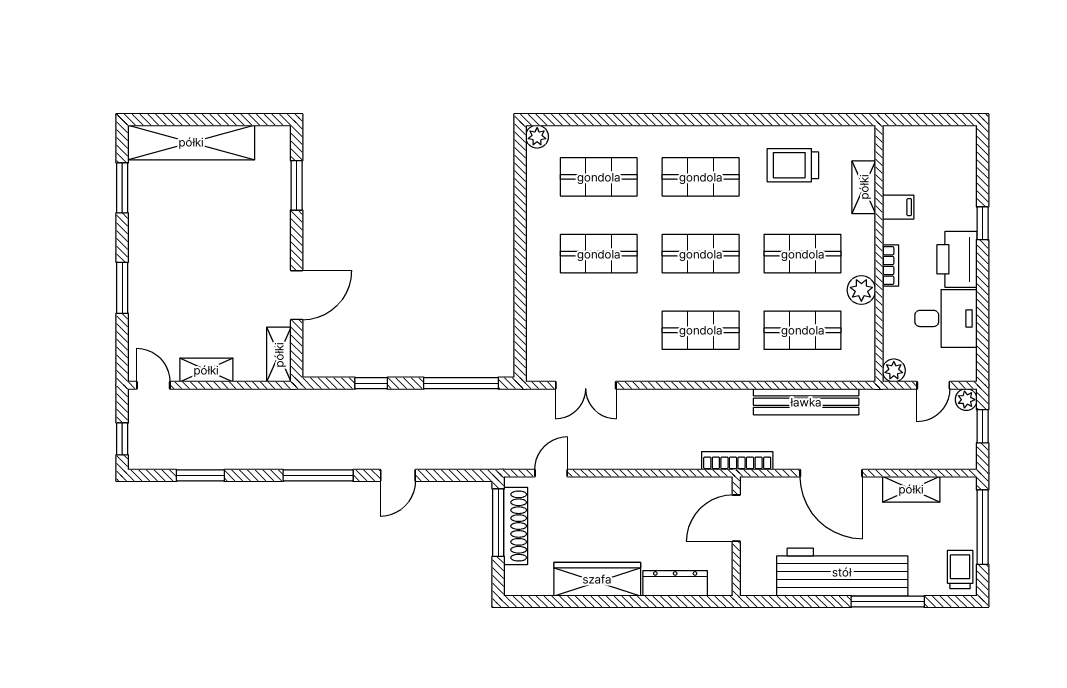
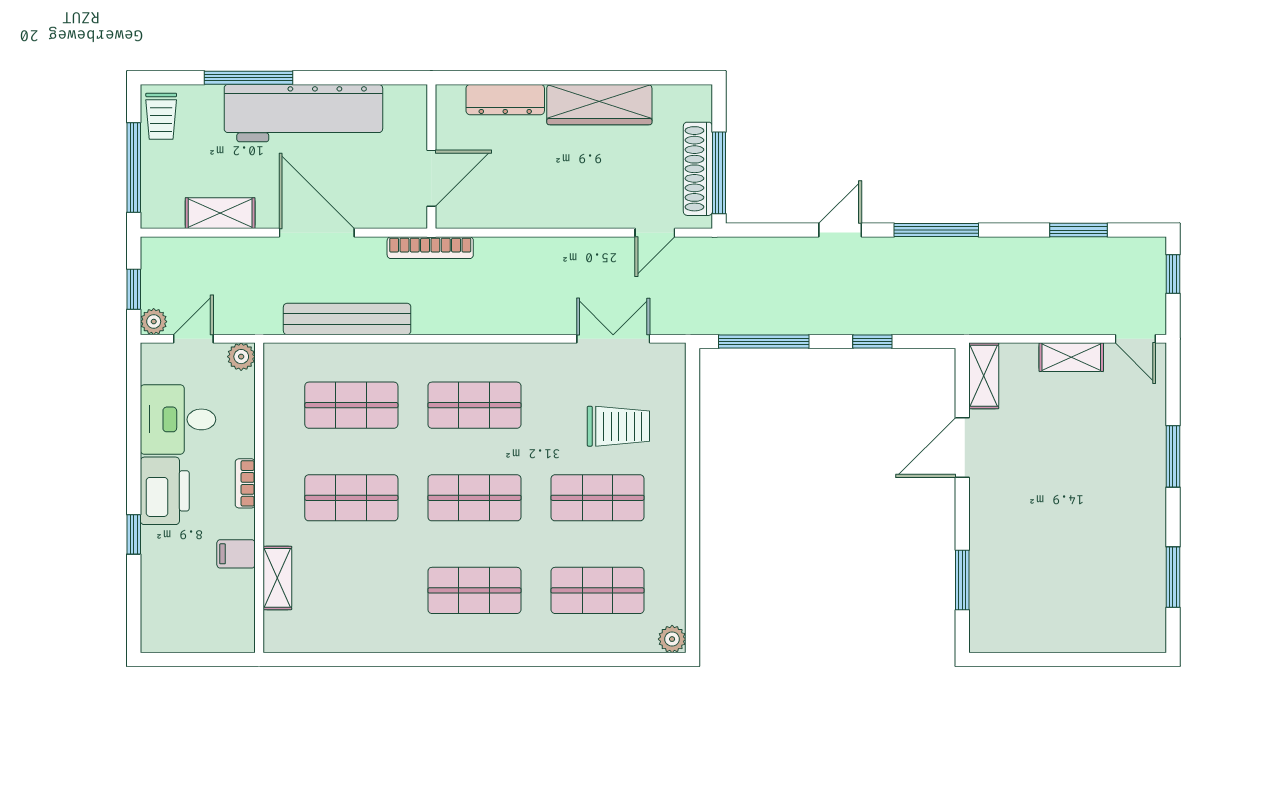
shelving: (191, 142) -> (1090, 632), removed
trolley: (793, 165) -> (618, 426), moved
plant: (861, 290) -> (280, 454), removed

